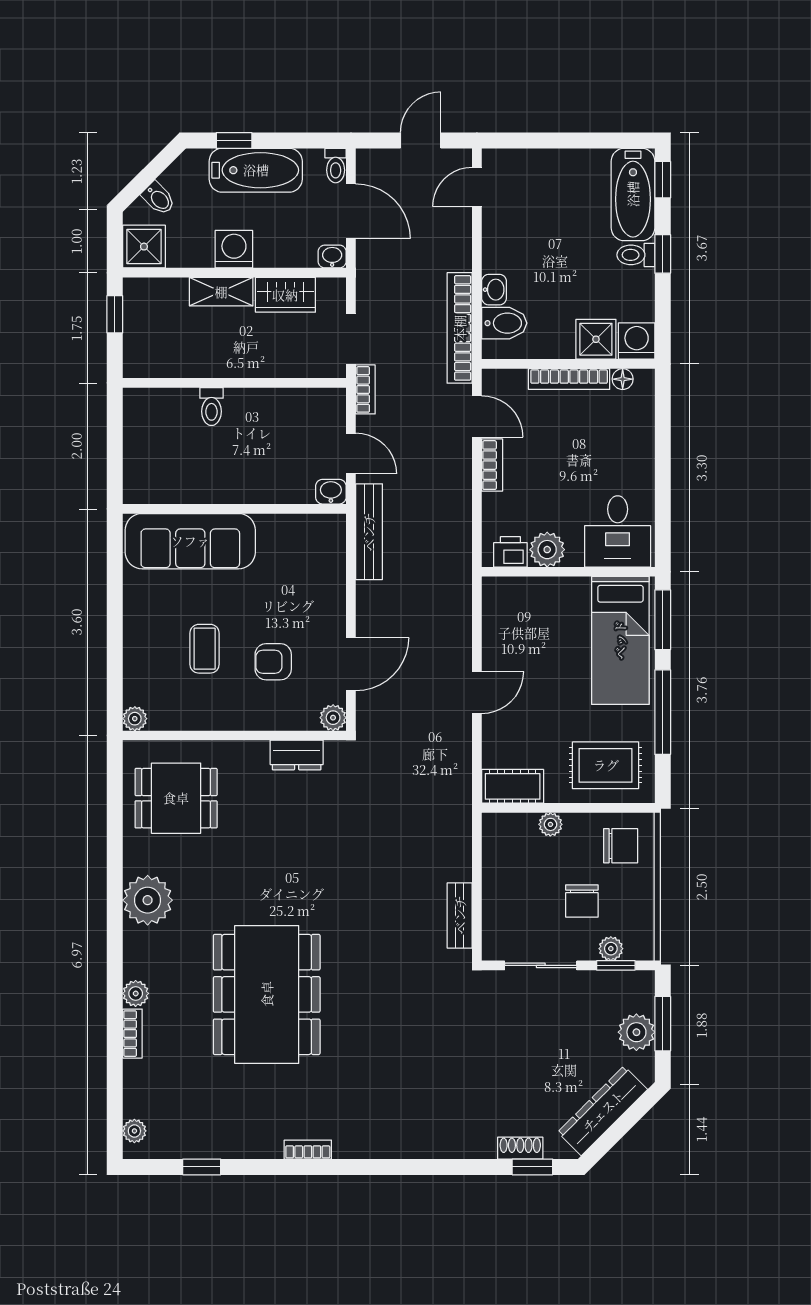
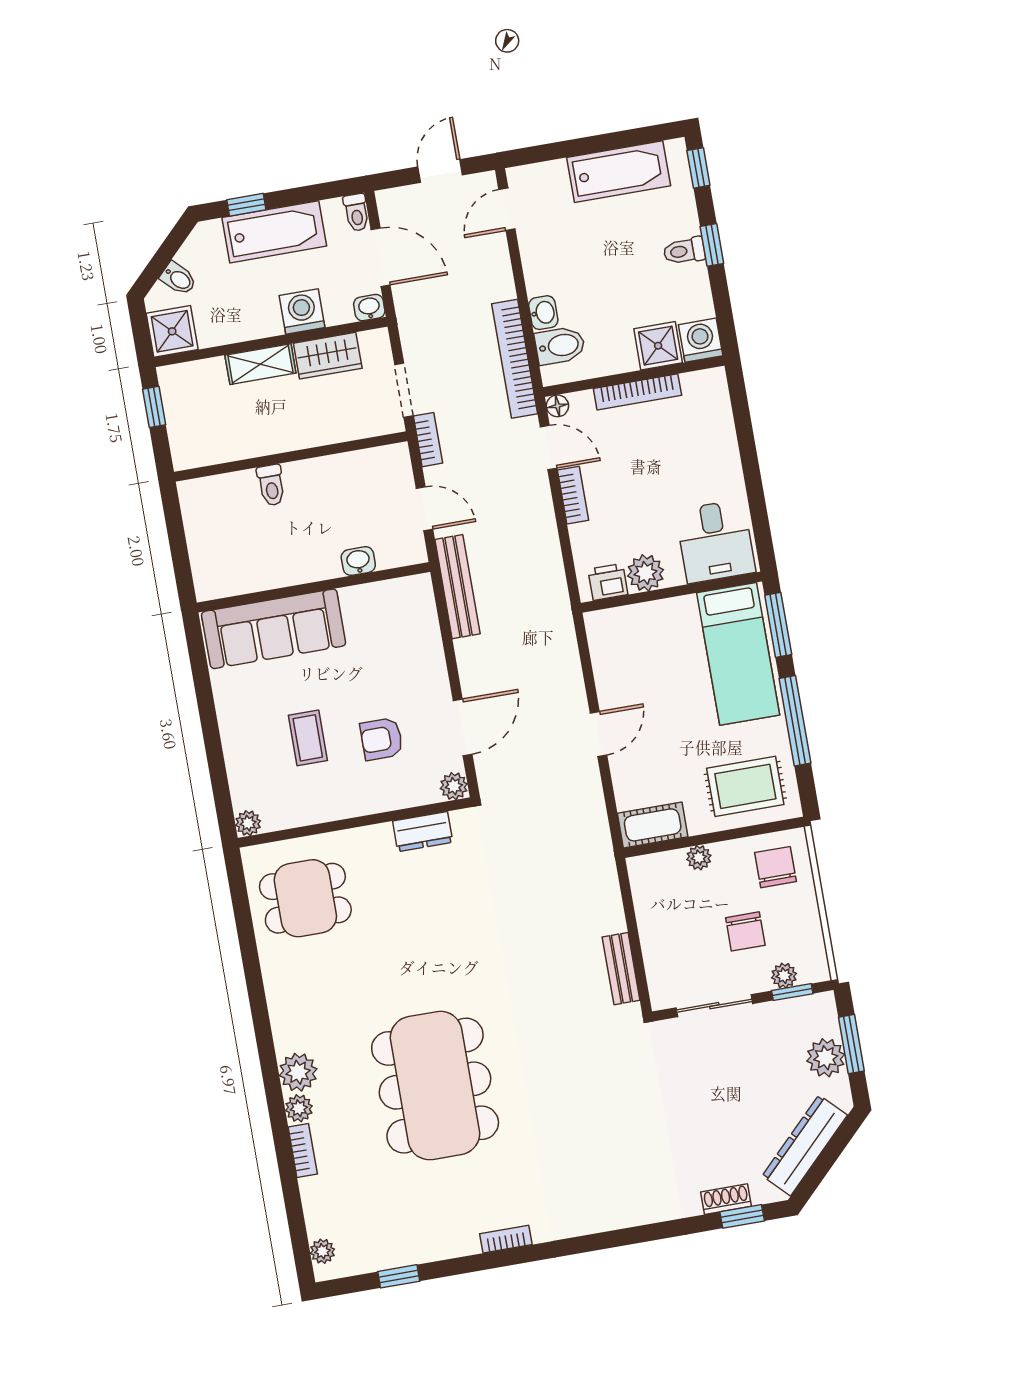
bathtub: (633, 194) -> (619, 172), moved, turned -90
washing machine: (234, 249) -> (302, 311), moved
floor lamp: (623, 379) -> (557, 406), moved
washbasin: (331, 492) -> (358, 561), moved
chair: (621, 846) -> (776, 867), turned -90
plant: (148, 900) -> (298, 1072), moved, width x0.73, depth x0.73

